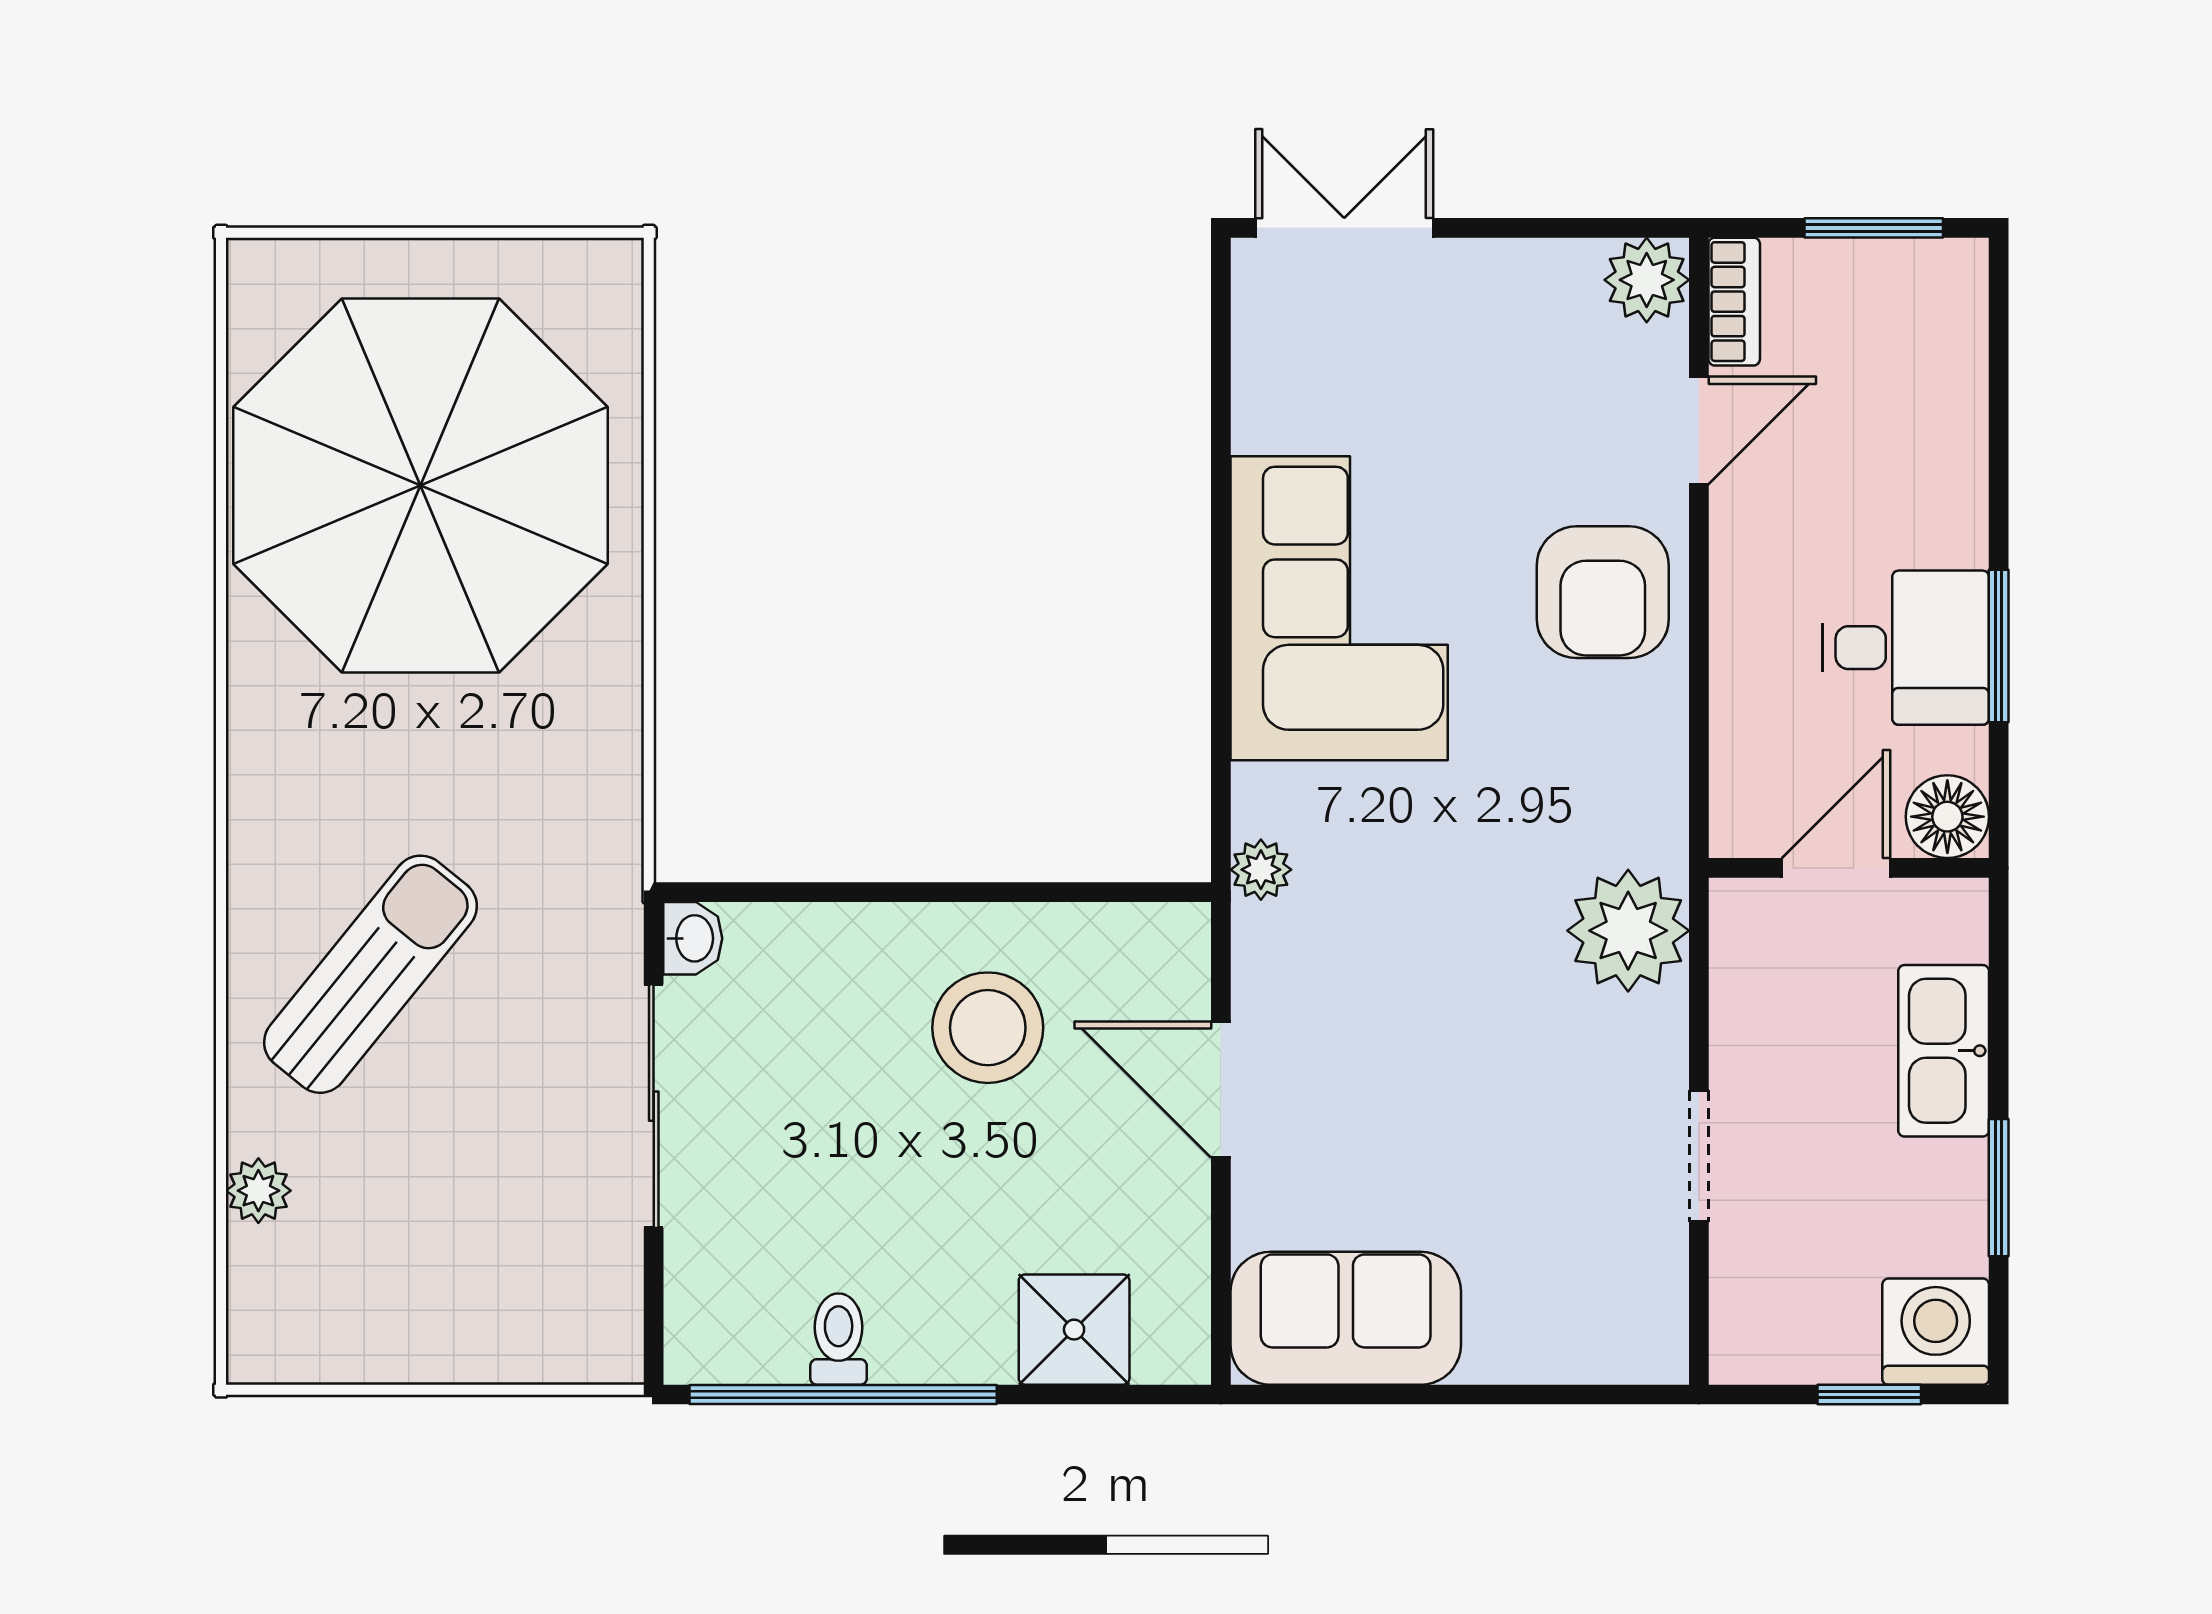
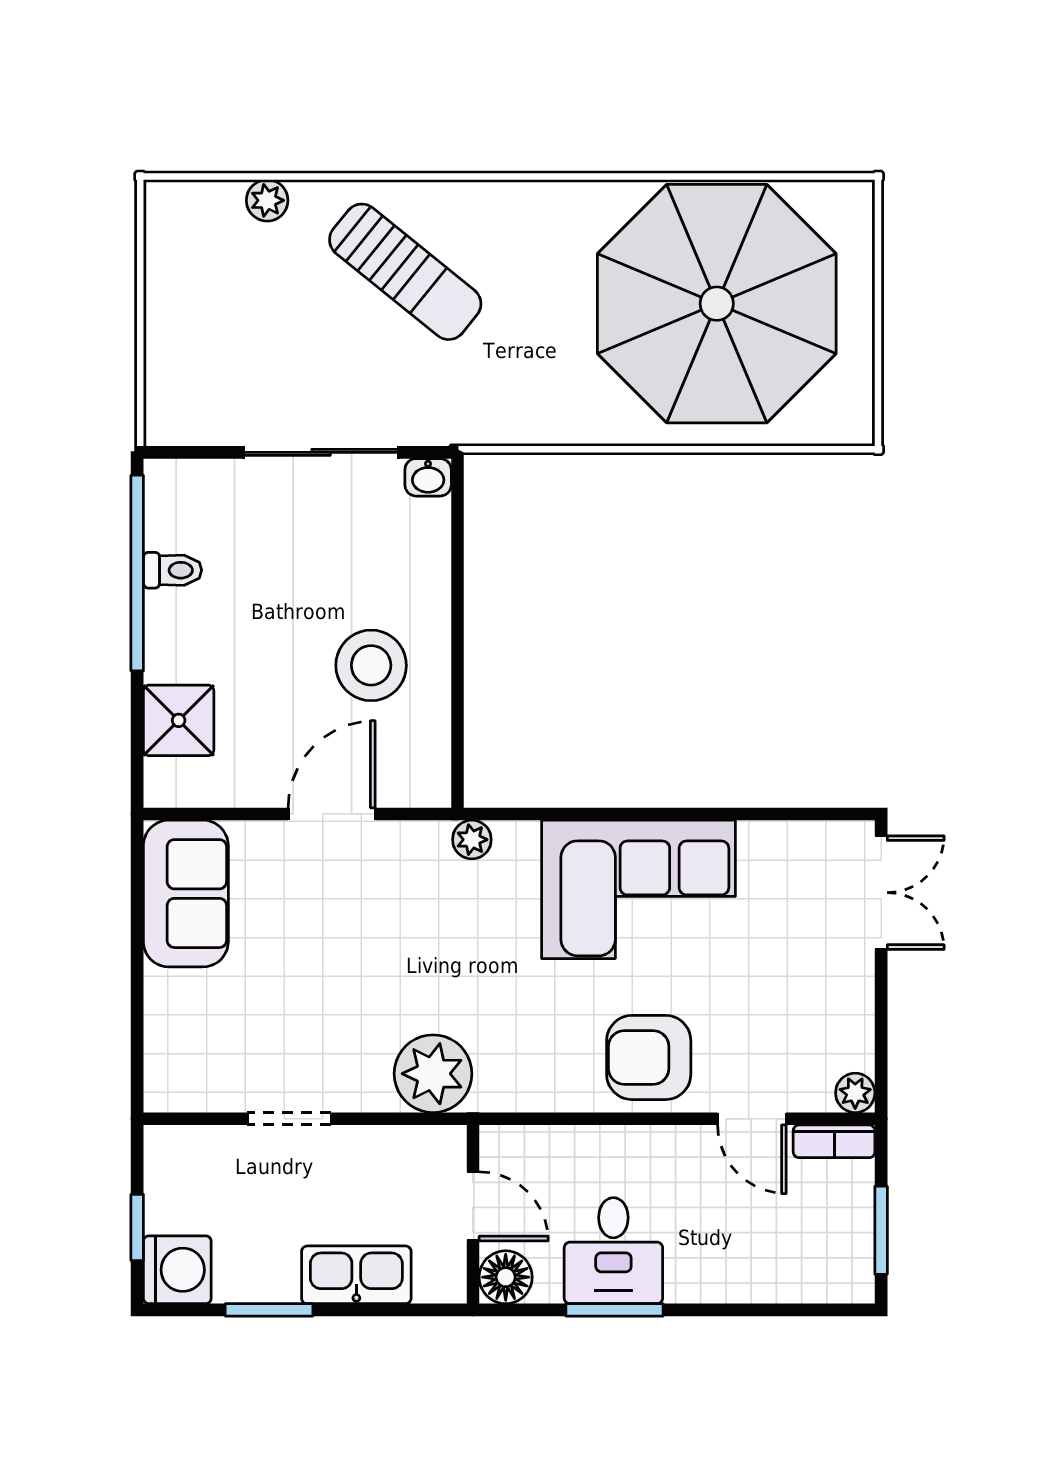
plant: (1647, 280) -> (855, 1093), width x0.73, depth x0.73

